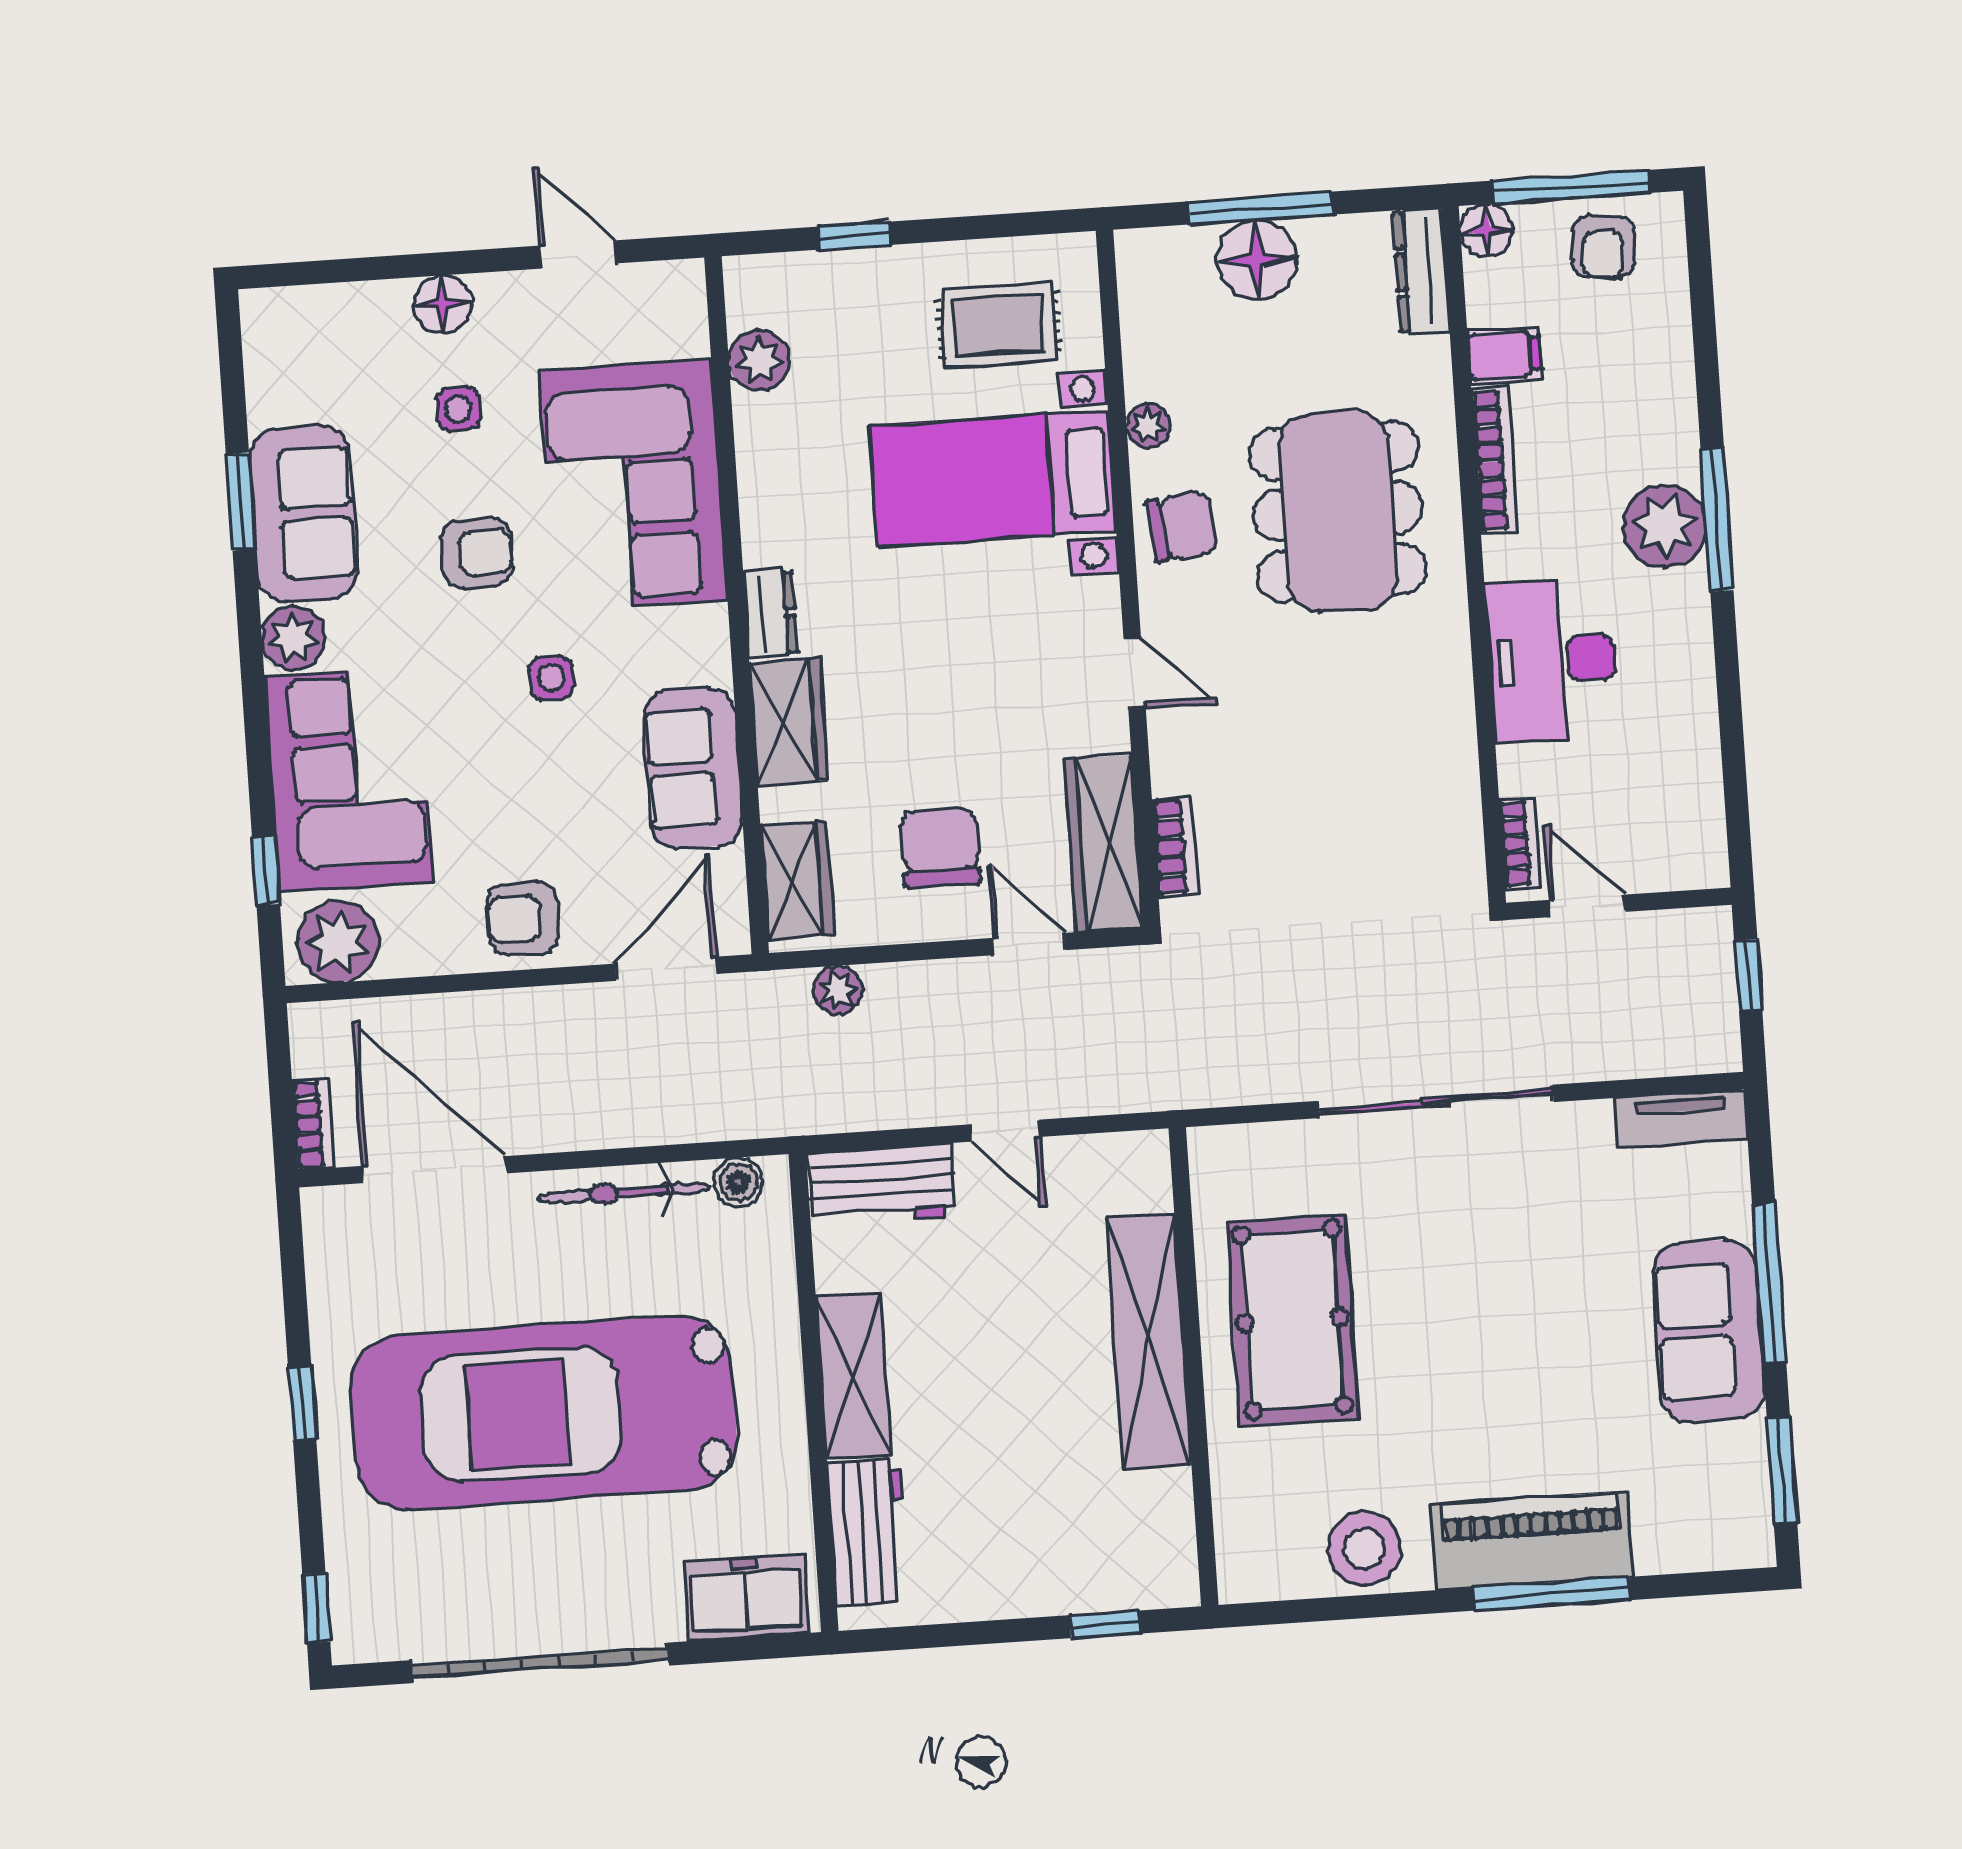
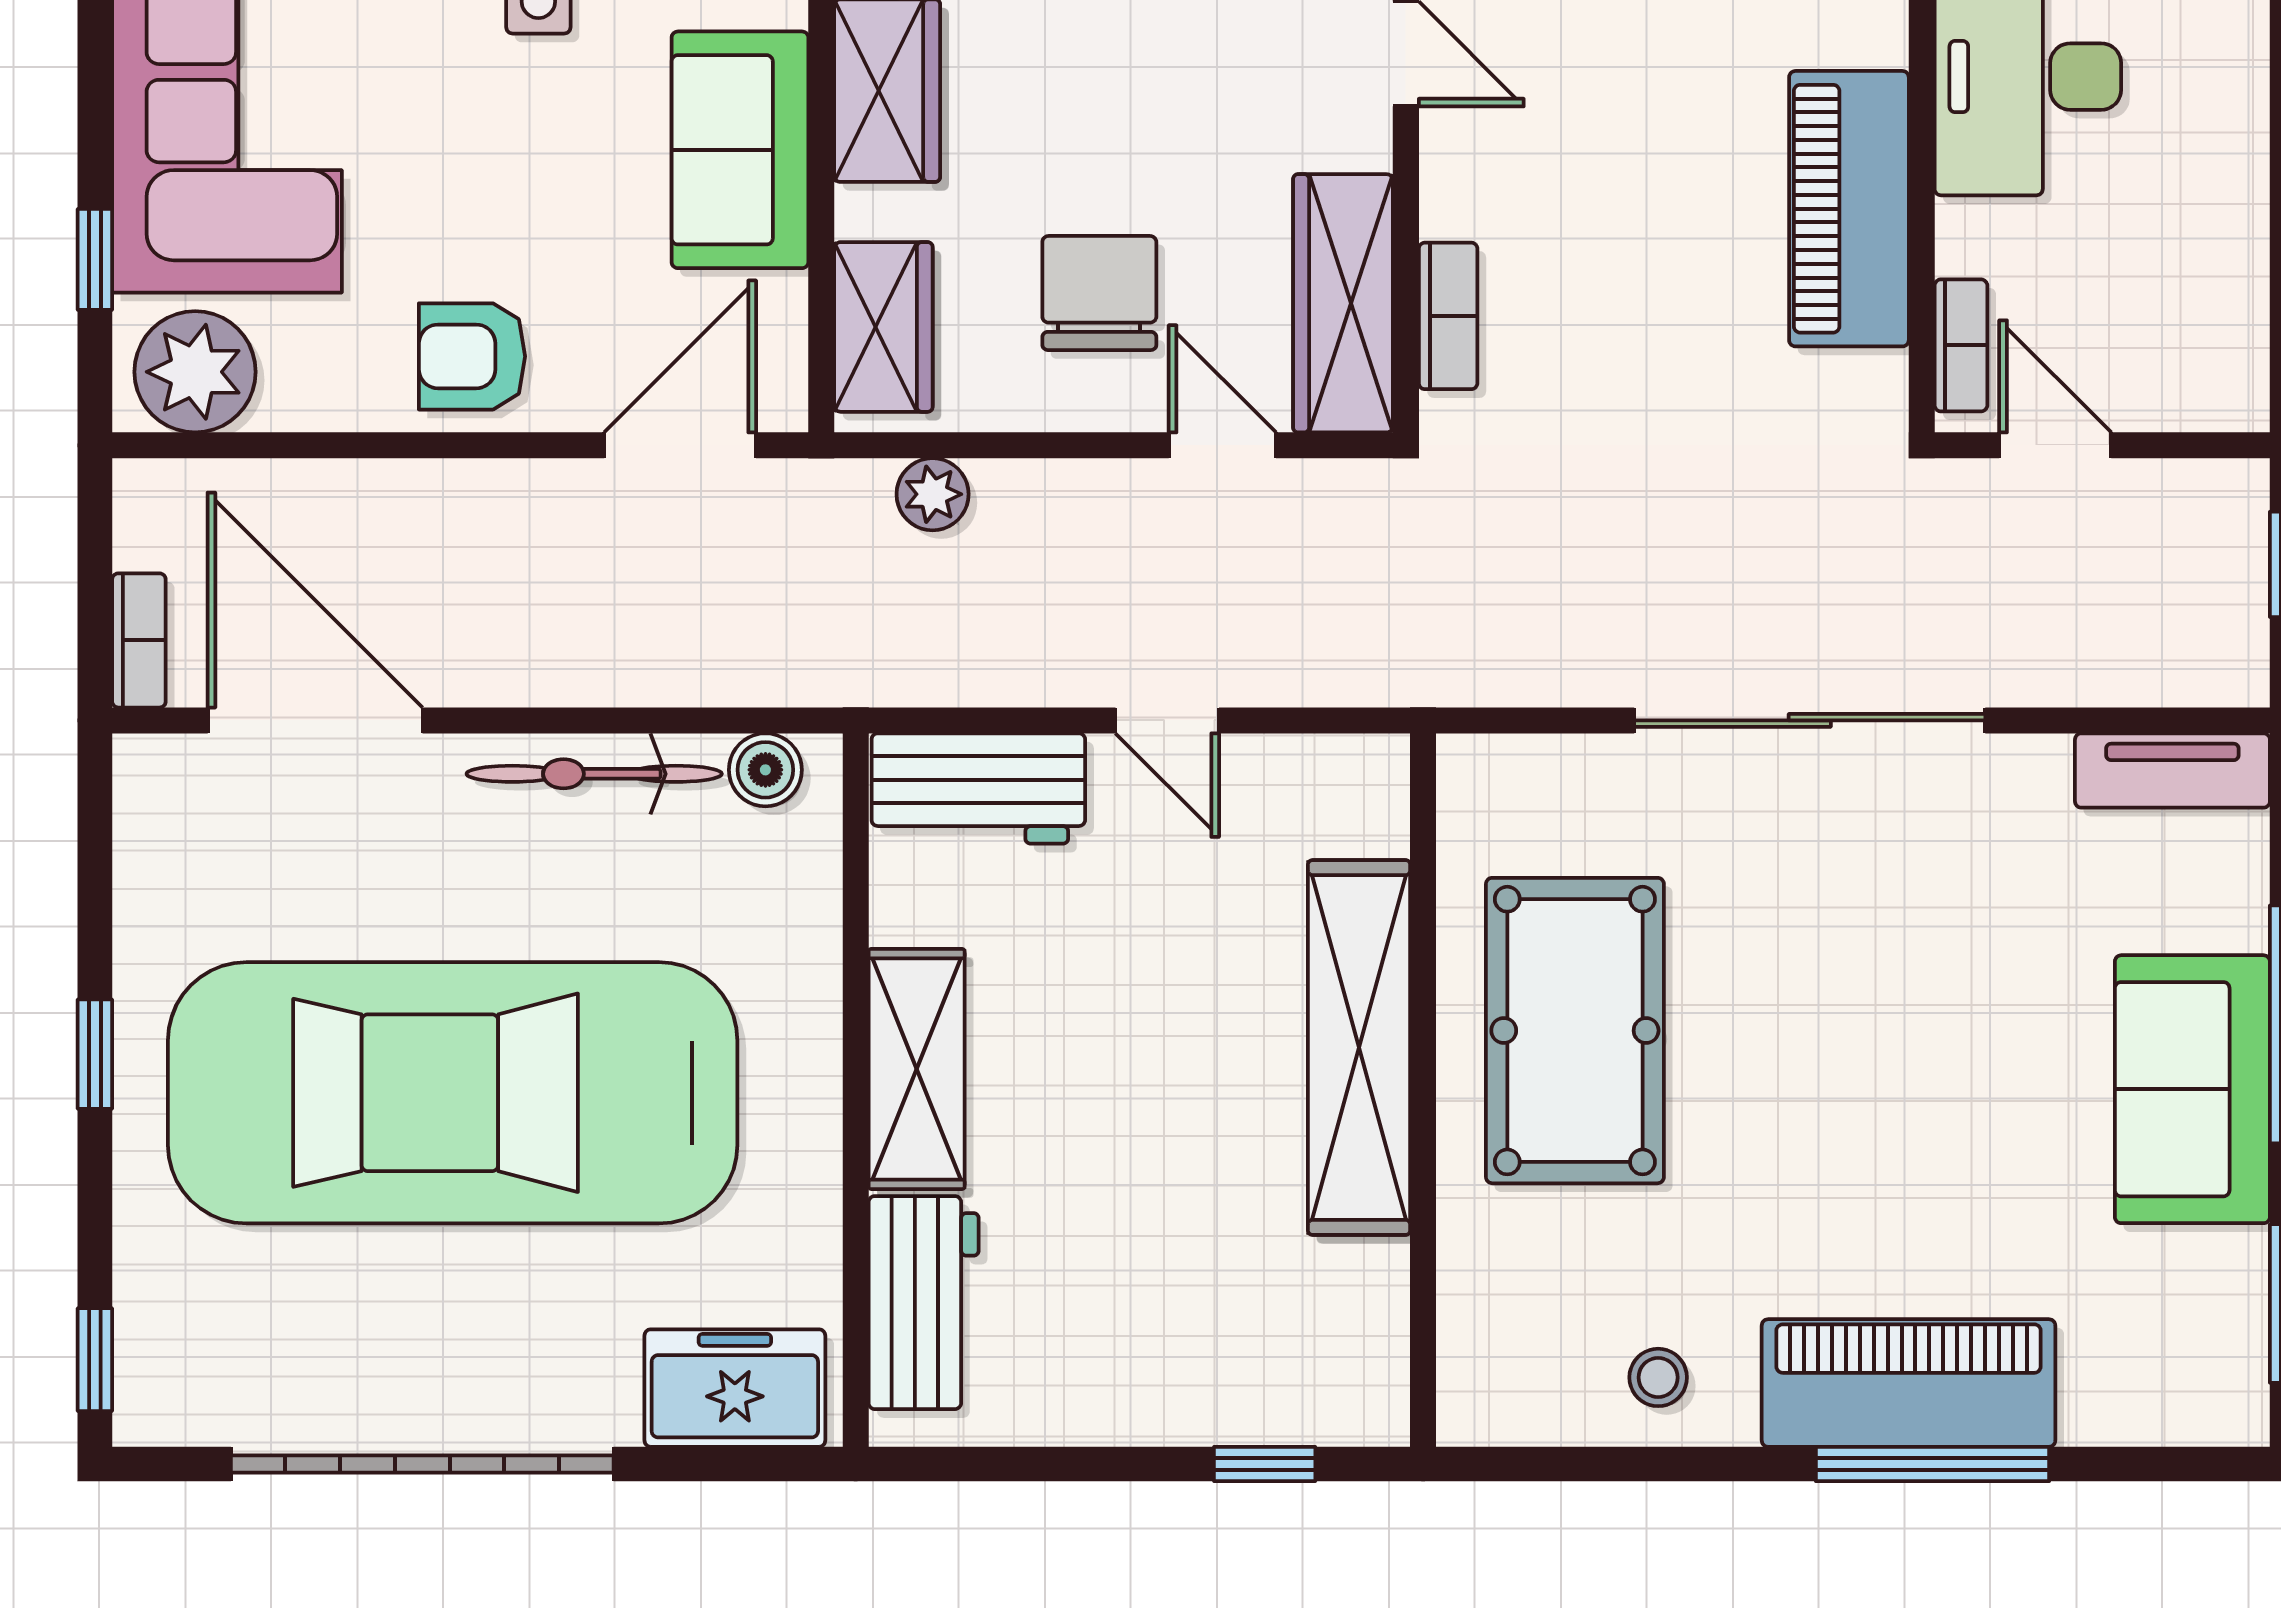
piano: (1438, 757) -> (1849, 209), added
stool: (1364, 1548) -> (1658, 1377), width x0.53, depth x0.53

